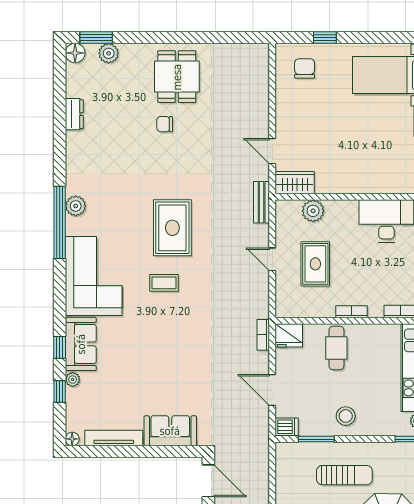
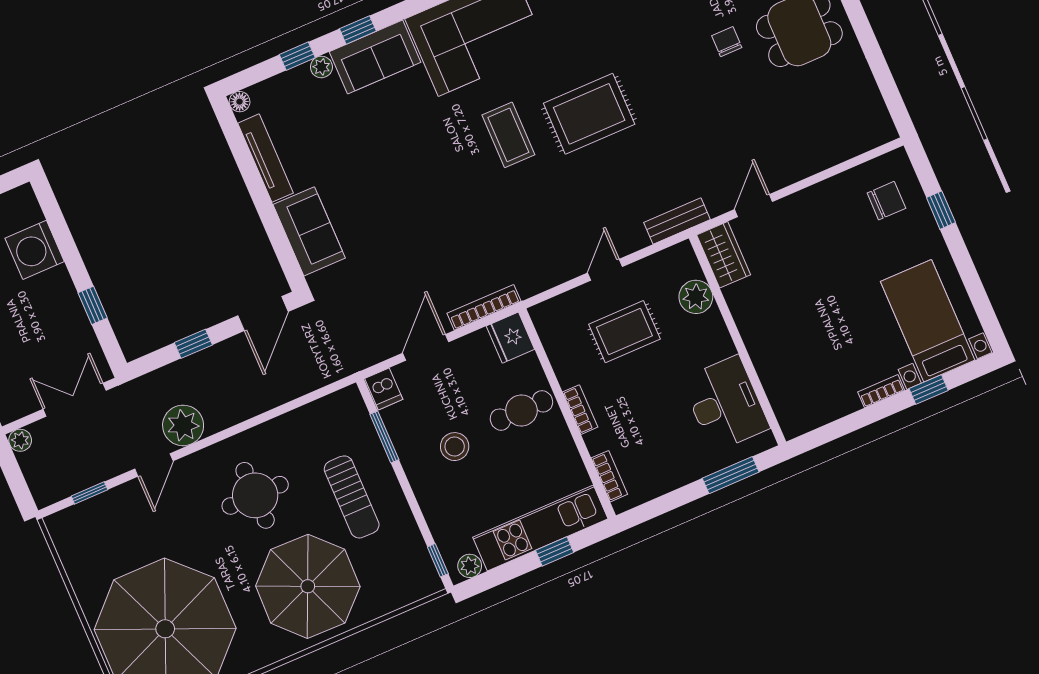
coffee table: (164, 283) -> (508, 135), width x1.36, depth x1.30
bookcase: (263, 335) -> (484, 307), width x1.56
stool: (346, 416) -> (455, 447), moved

